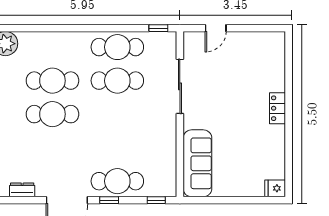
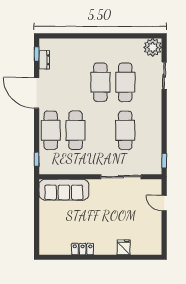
sliding door: (44, 28) -> (164, 76), added
cafe table: (117, 47) -> (76, 130), moved
locker: (278, 108) -> (83, 249), moved
fridge: (275, 188) -> (124, 247), moved
window: (109, 200) -> (37, 54), moved

